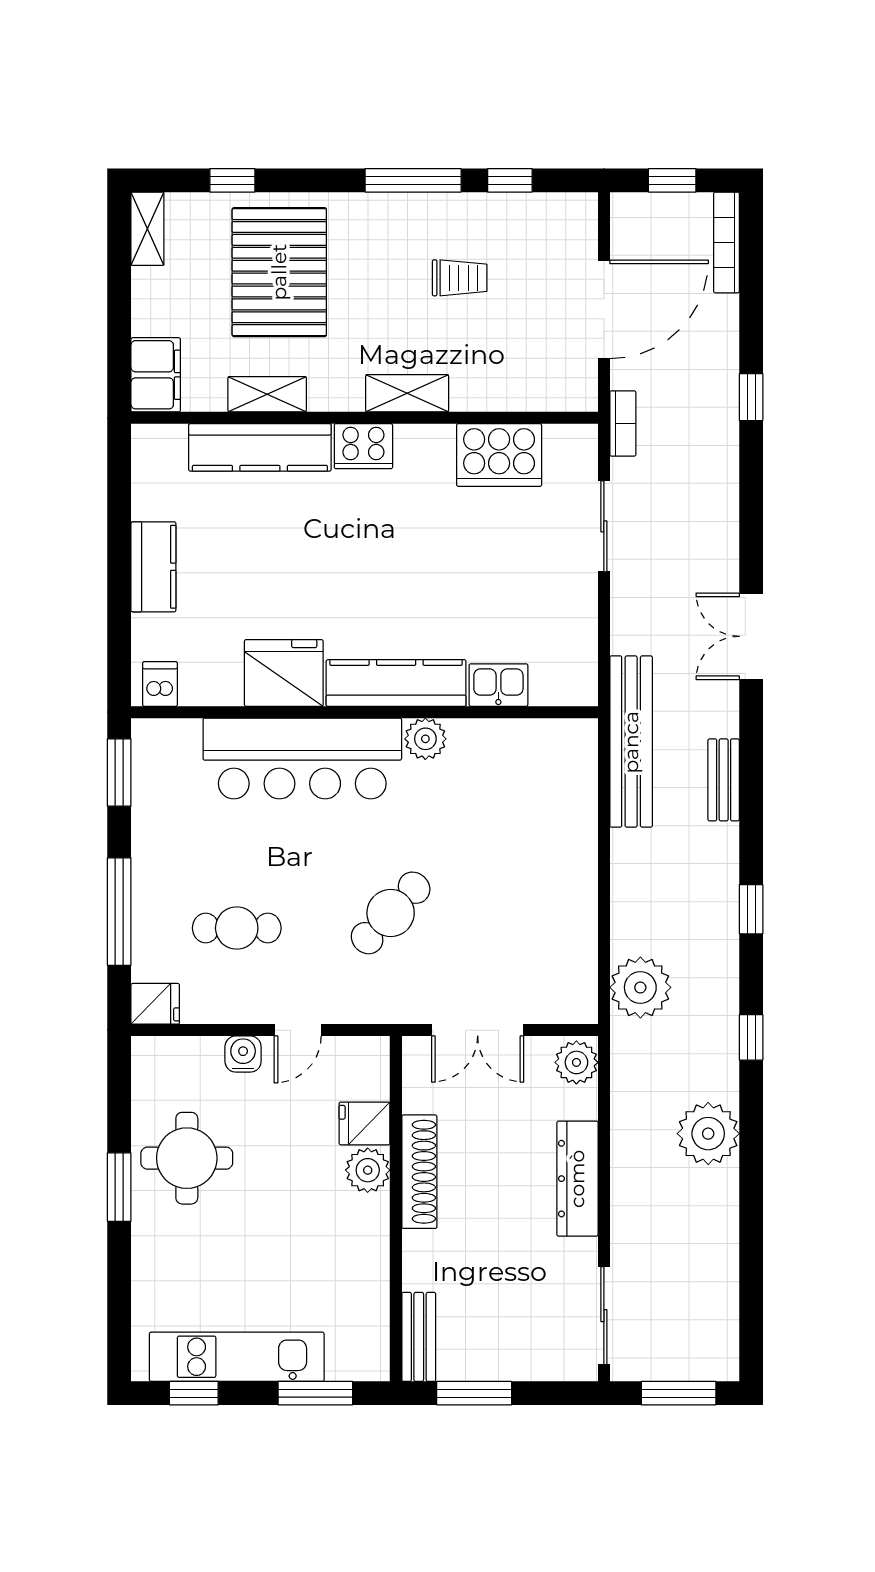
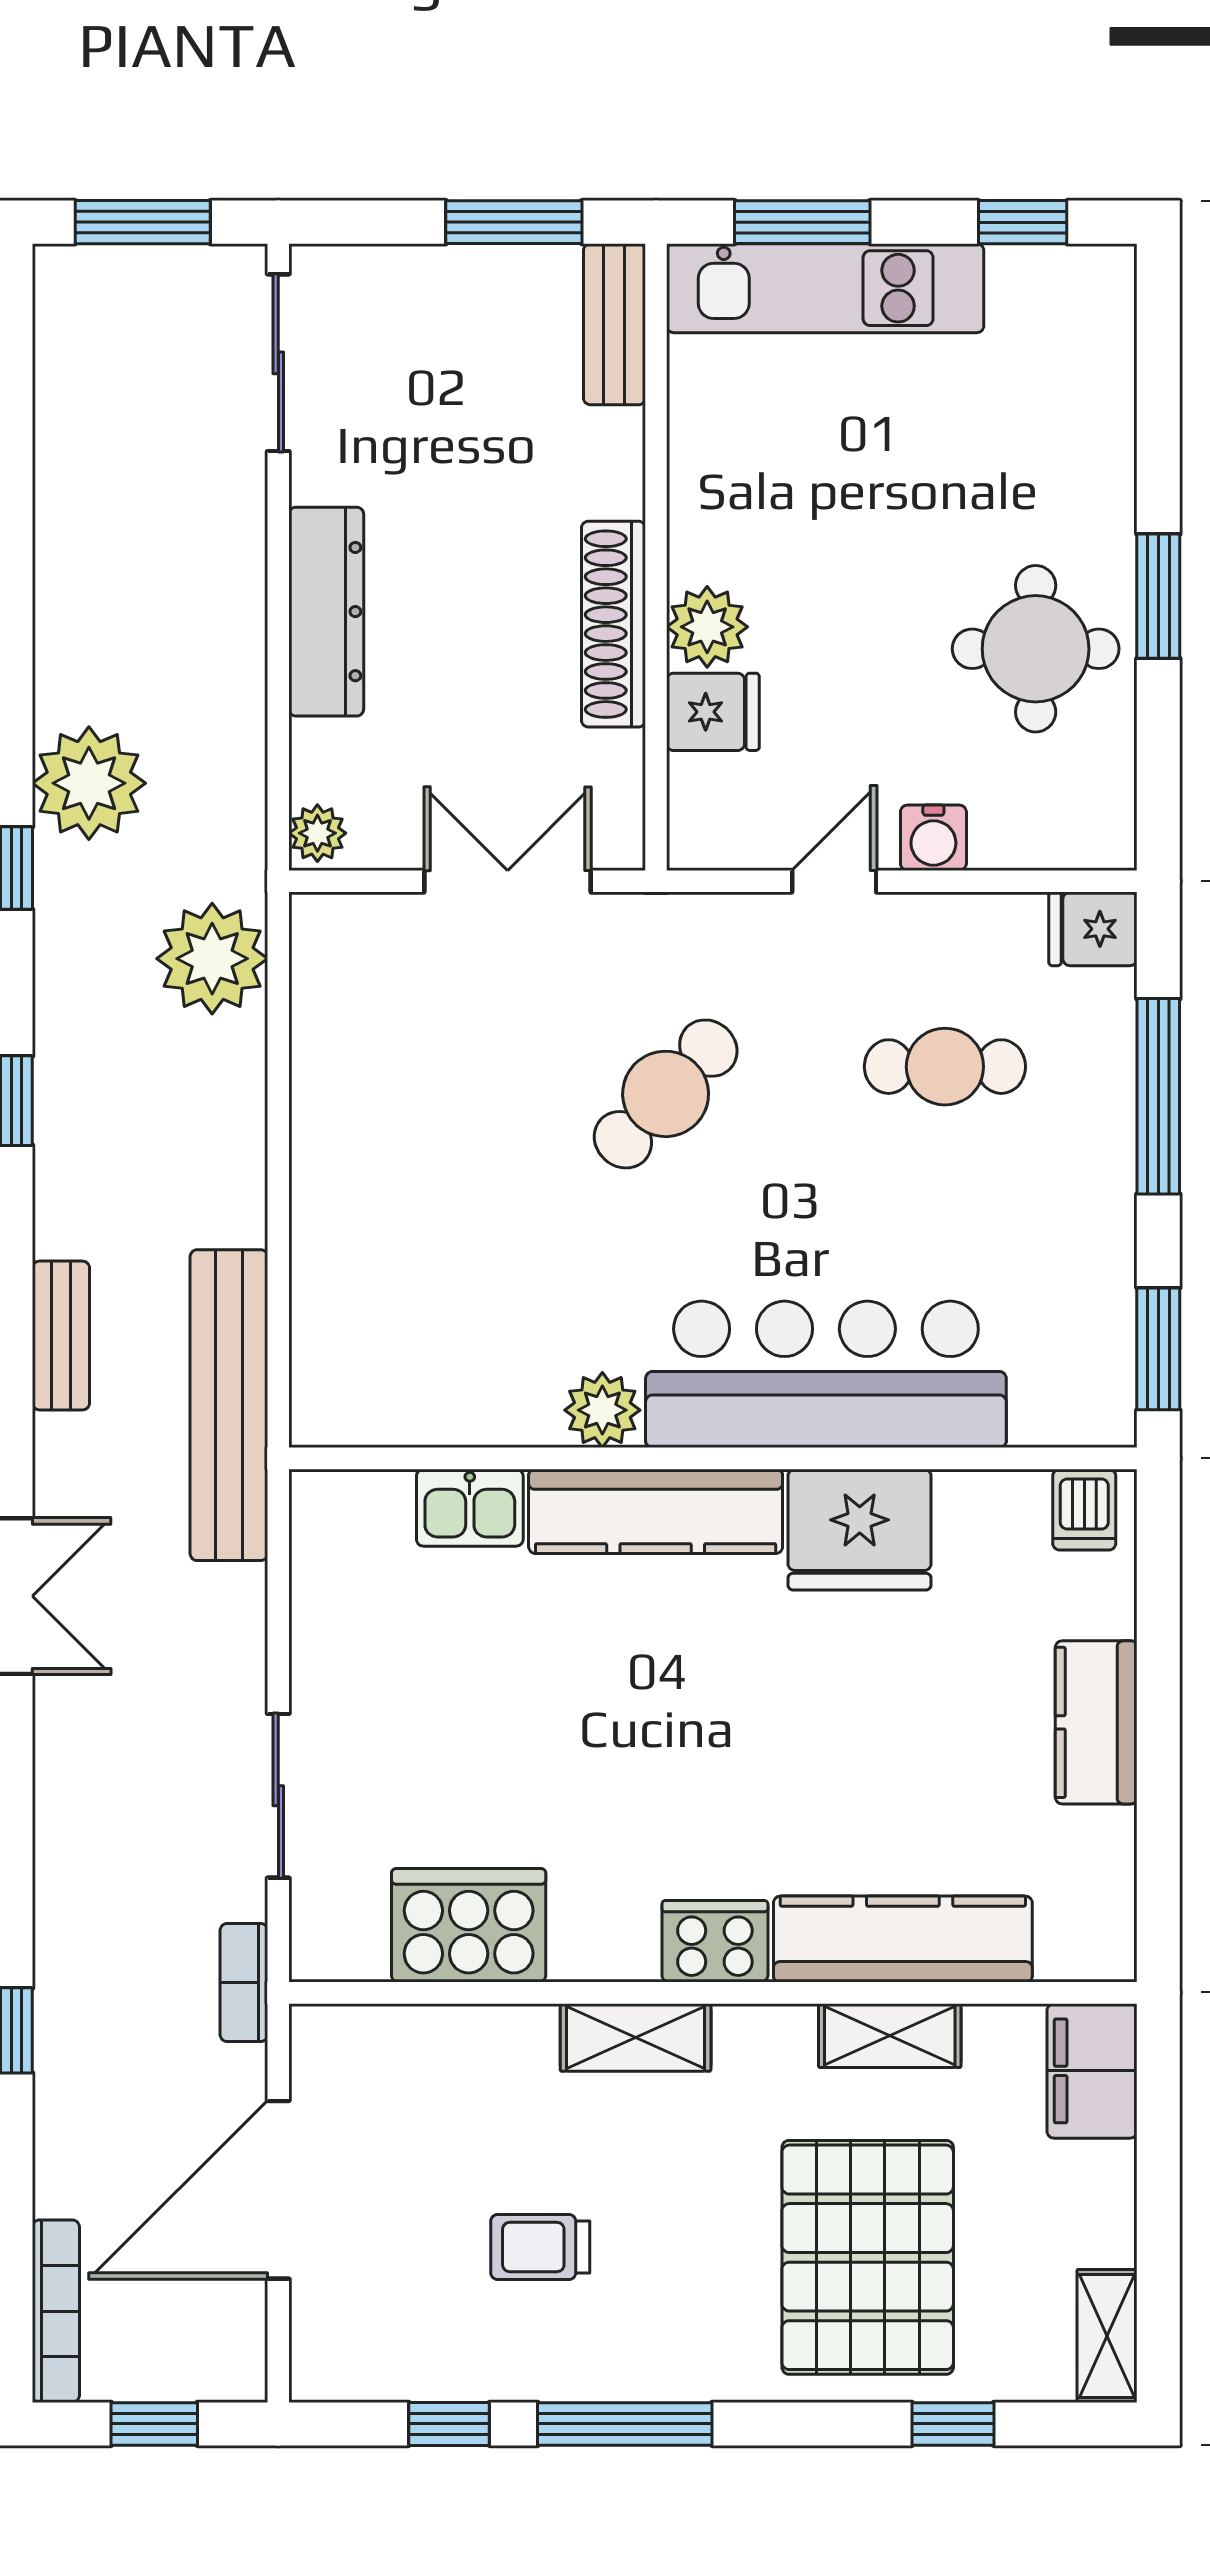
plant: (576, 1062) -> (317, 833), width x0.73, depth x0.73
plant: (708, 1134) -> (89, 783), moved
kitchen unit: (237, 1357) -> (825, 288), moved

